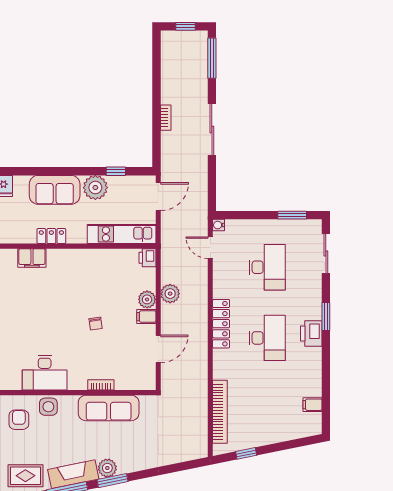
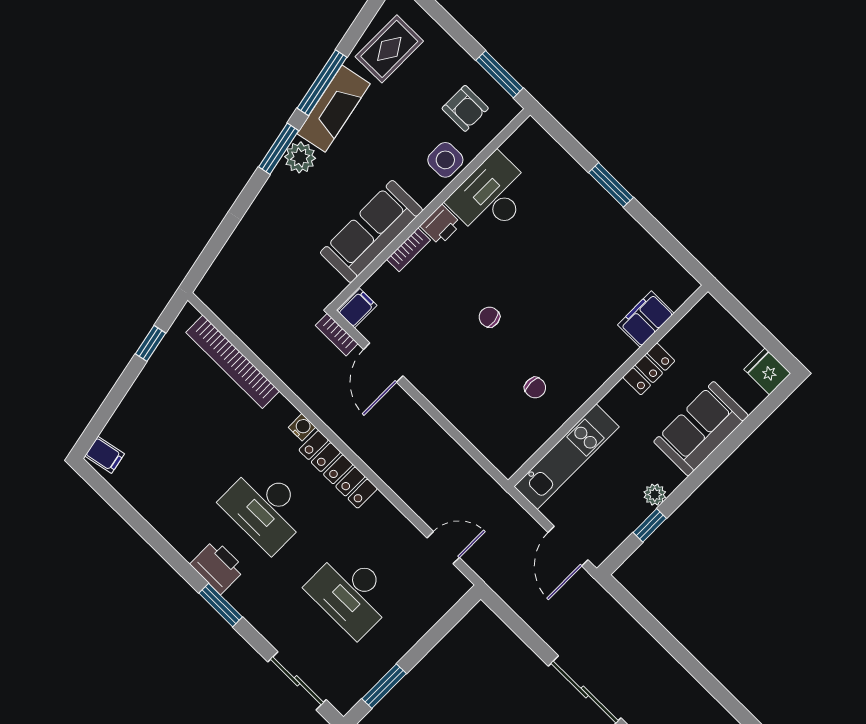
bookcase: (166, 118) -> (337, 335), moved
plant: (95, 188) -> (655, 495), width x0.53, depth x0.53
water cooler: (219, 225) -> (302, 427), moved
printer: (147, 258) -> (441, 225), moved, turned 90
chair: (106, 276) -> (535, 388), added
plant: (170, 294) -> (436, 444), removed
plant: (147, 299) -> (457, 409), removed
filing cabinet: (146, 317) -> (357, 308), moved
filing cabinet: (312, 405) -> (105, 455), moved, turned 79

